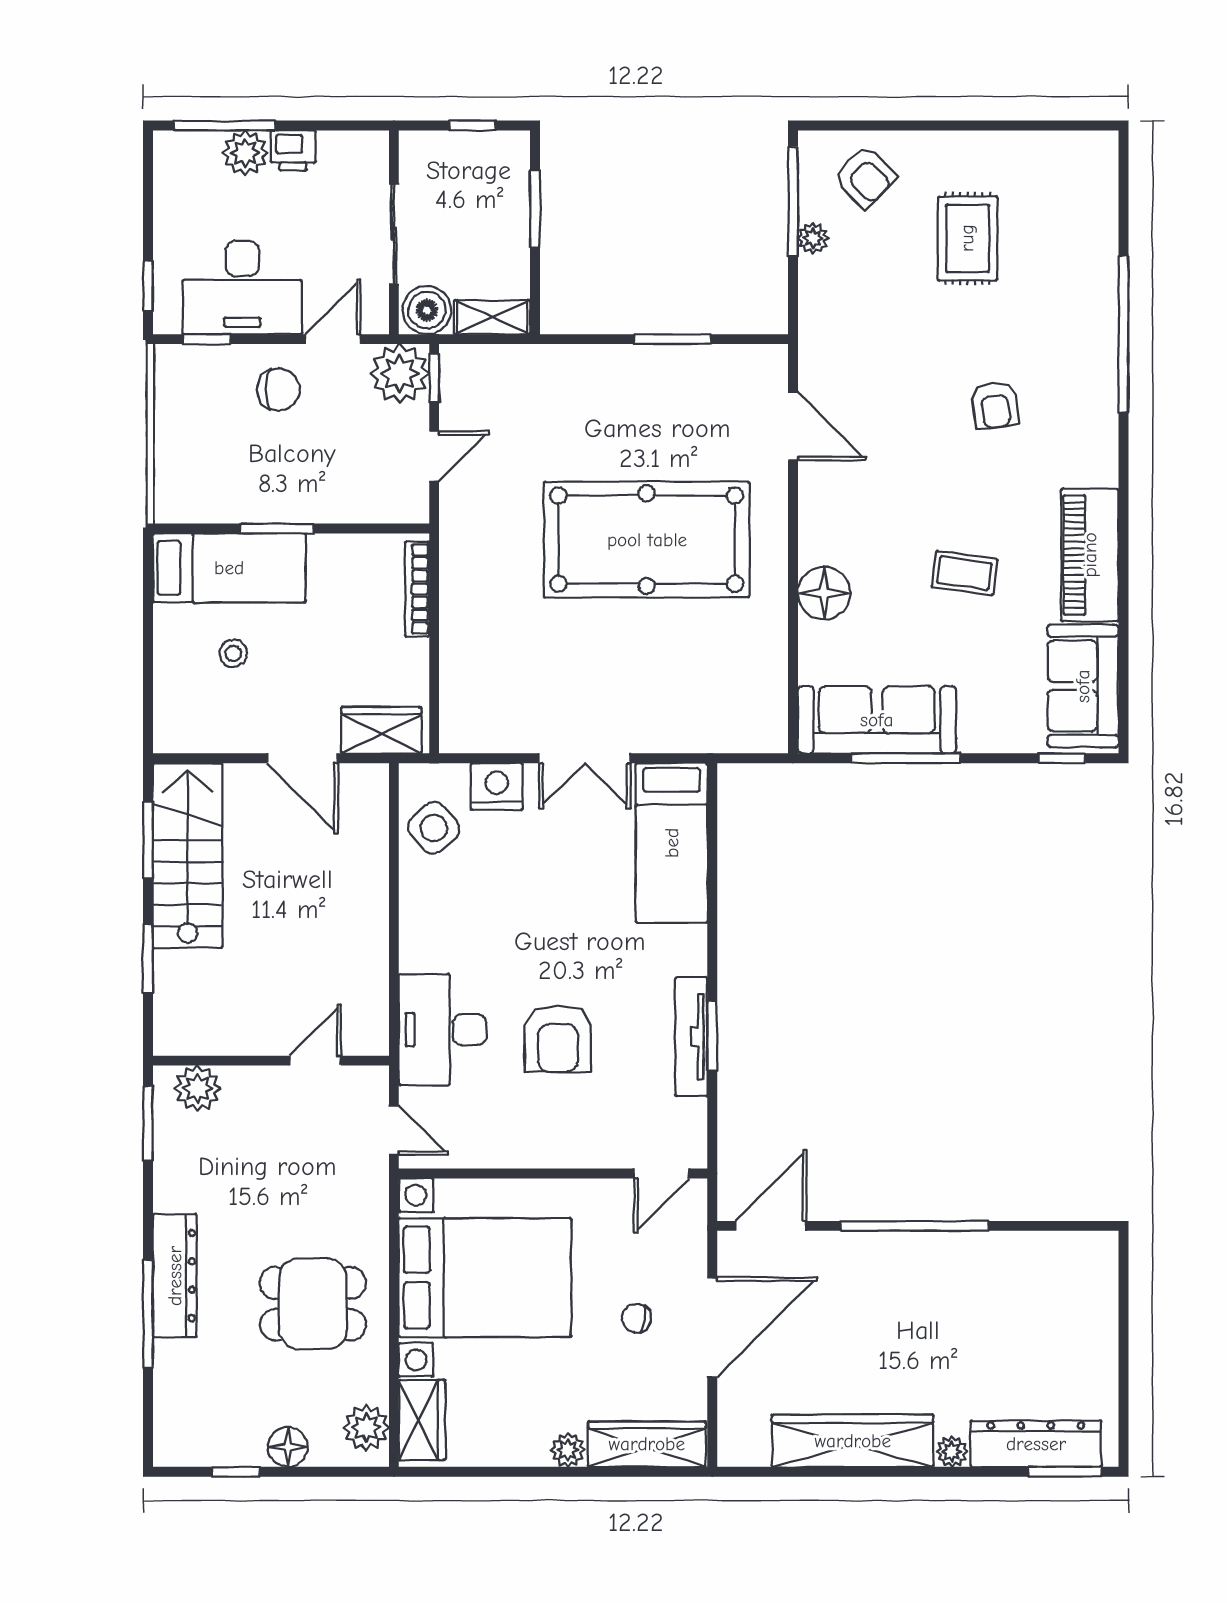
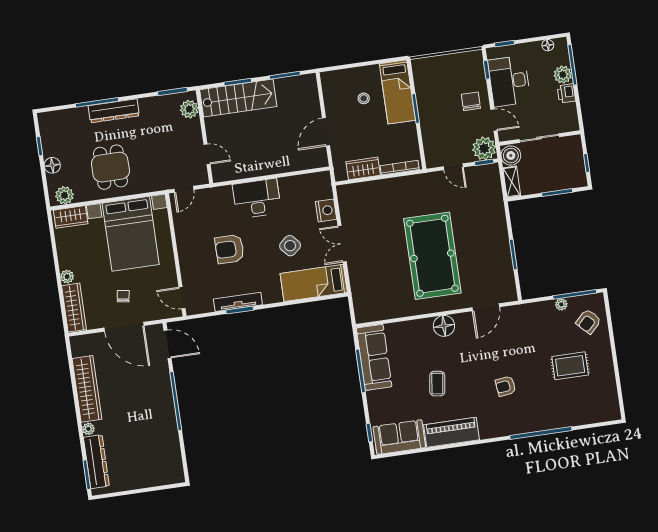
floor lamp: (167, 179) -> (548, 45), added
chair: (279, 389) -> (471, 101), turned 180
floor lamp: (824, 593) -> (444, 326), moved
wardrobe: (381, 730) -> (363, 168), moved, turned -90
side table: (434, 828) -> (290, 246), moved
stairs: (188, 855) -> (238, 98), moved
desk: (443, 1030) -> (257, 198), moved

